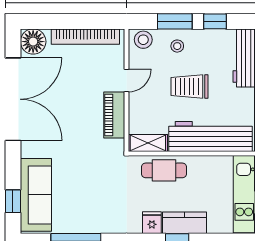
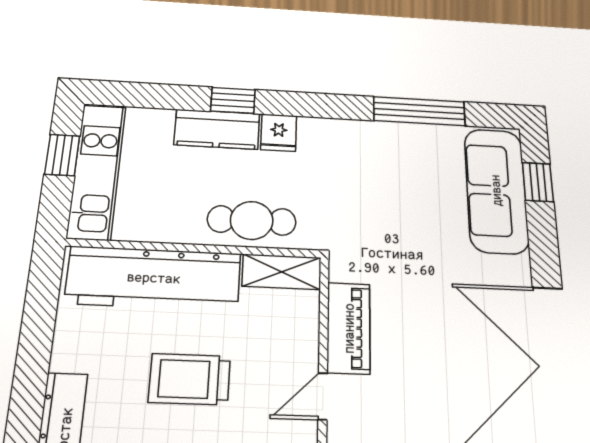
trolley: (190, 86) -> (190, 379), turned 180

